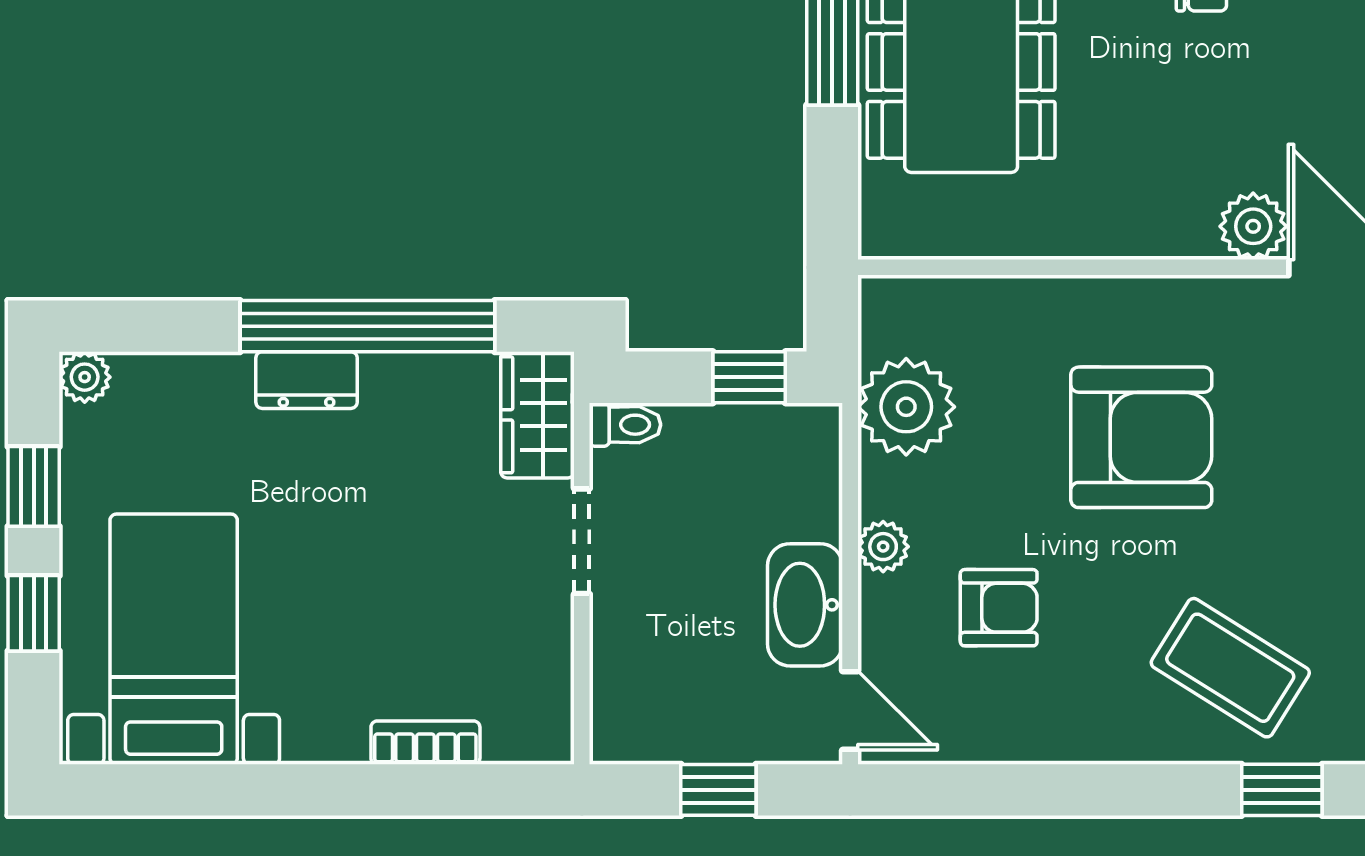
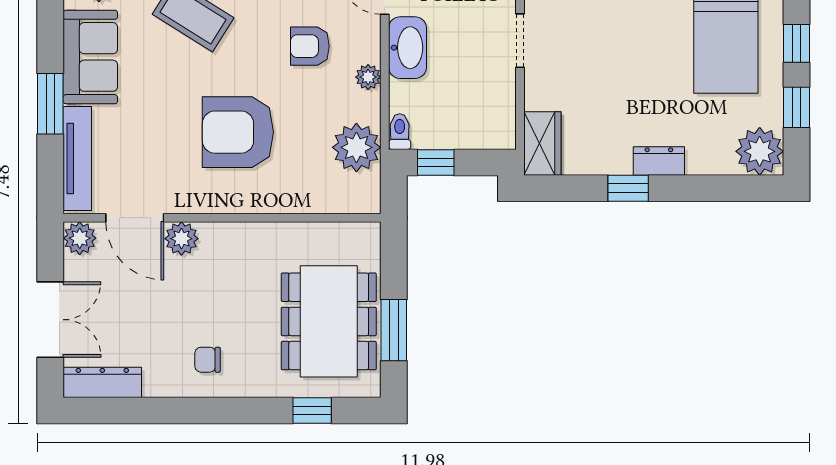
window: (367, 326) -> (628, 188), width x0.32
plant: (85, 377) -> (760, 151), width x1.88, depth x1.88
toilet: (625, 425) -> (400, 132), moved, turned 90
doorway: (582, 541) -> (520, 41), moved

